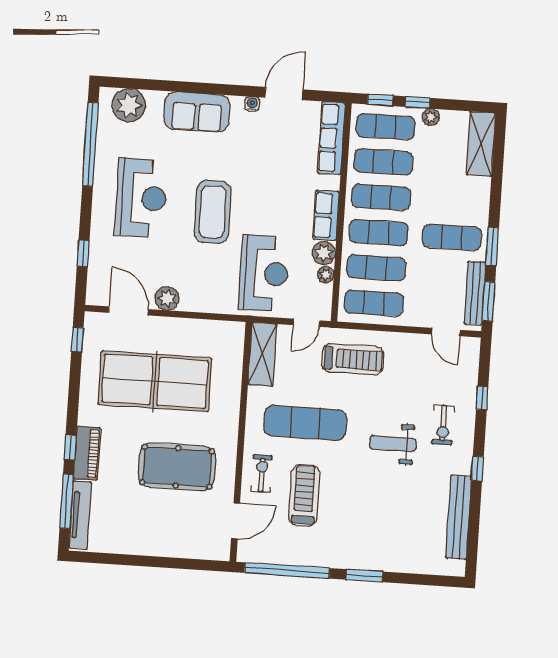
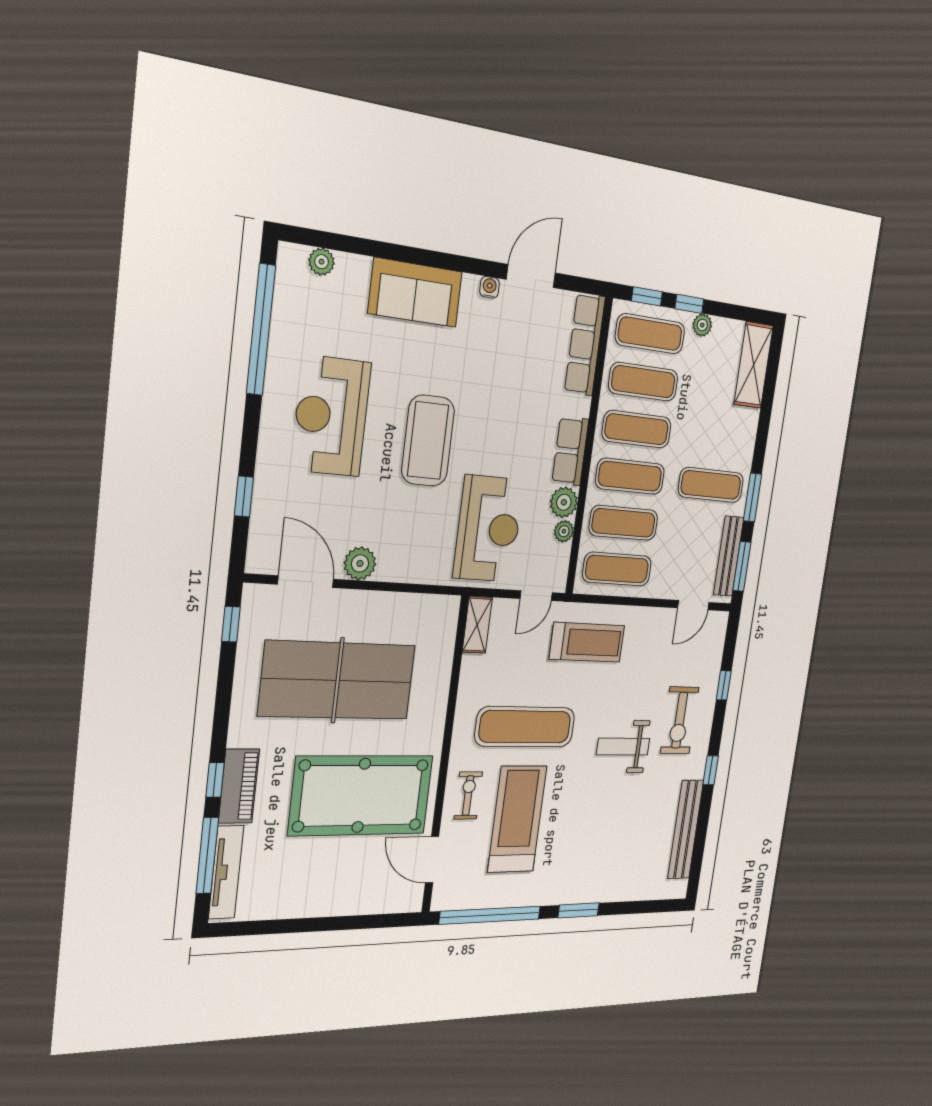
plant: (129, 105) -> (322, 262), width x0.53, depth x0.53
reception desk: (141, 198) -> (331, 416), turned 180
door: (446, 332) -> (693, 605), hinge flipped
shelving: (262, 354) -> (477, 625), width x0.67, depth x0.75
exercise bike: (443, 425) -> (680, 720), width x1.38, depth x1.39
pool table: (177, 467) -> (361, 795), width x1.36, depth x1.32
treadmill: (304, 495) -> (517, 819), width x1.37, depth x1.38
door: (236, 521) -> (432, 860), swing flipped

